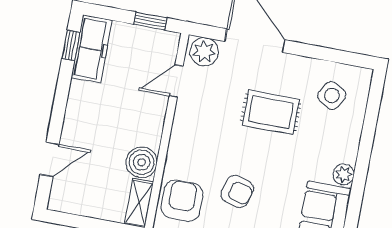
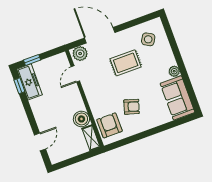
window: (150, 21) -> (32, 60), moved

